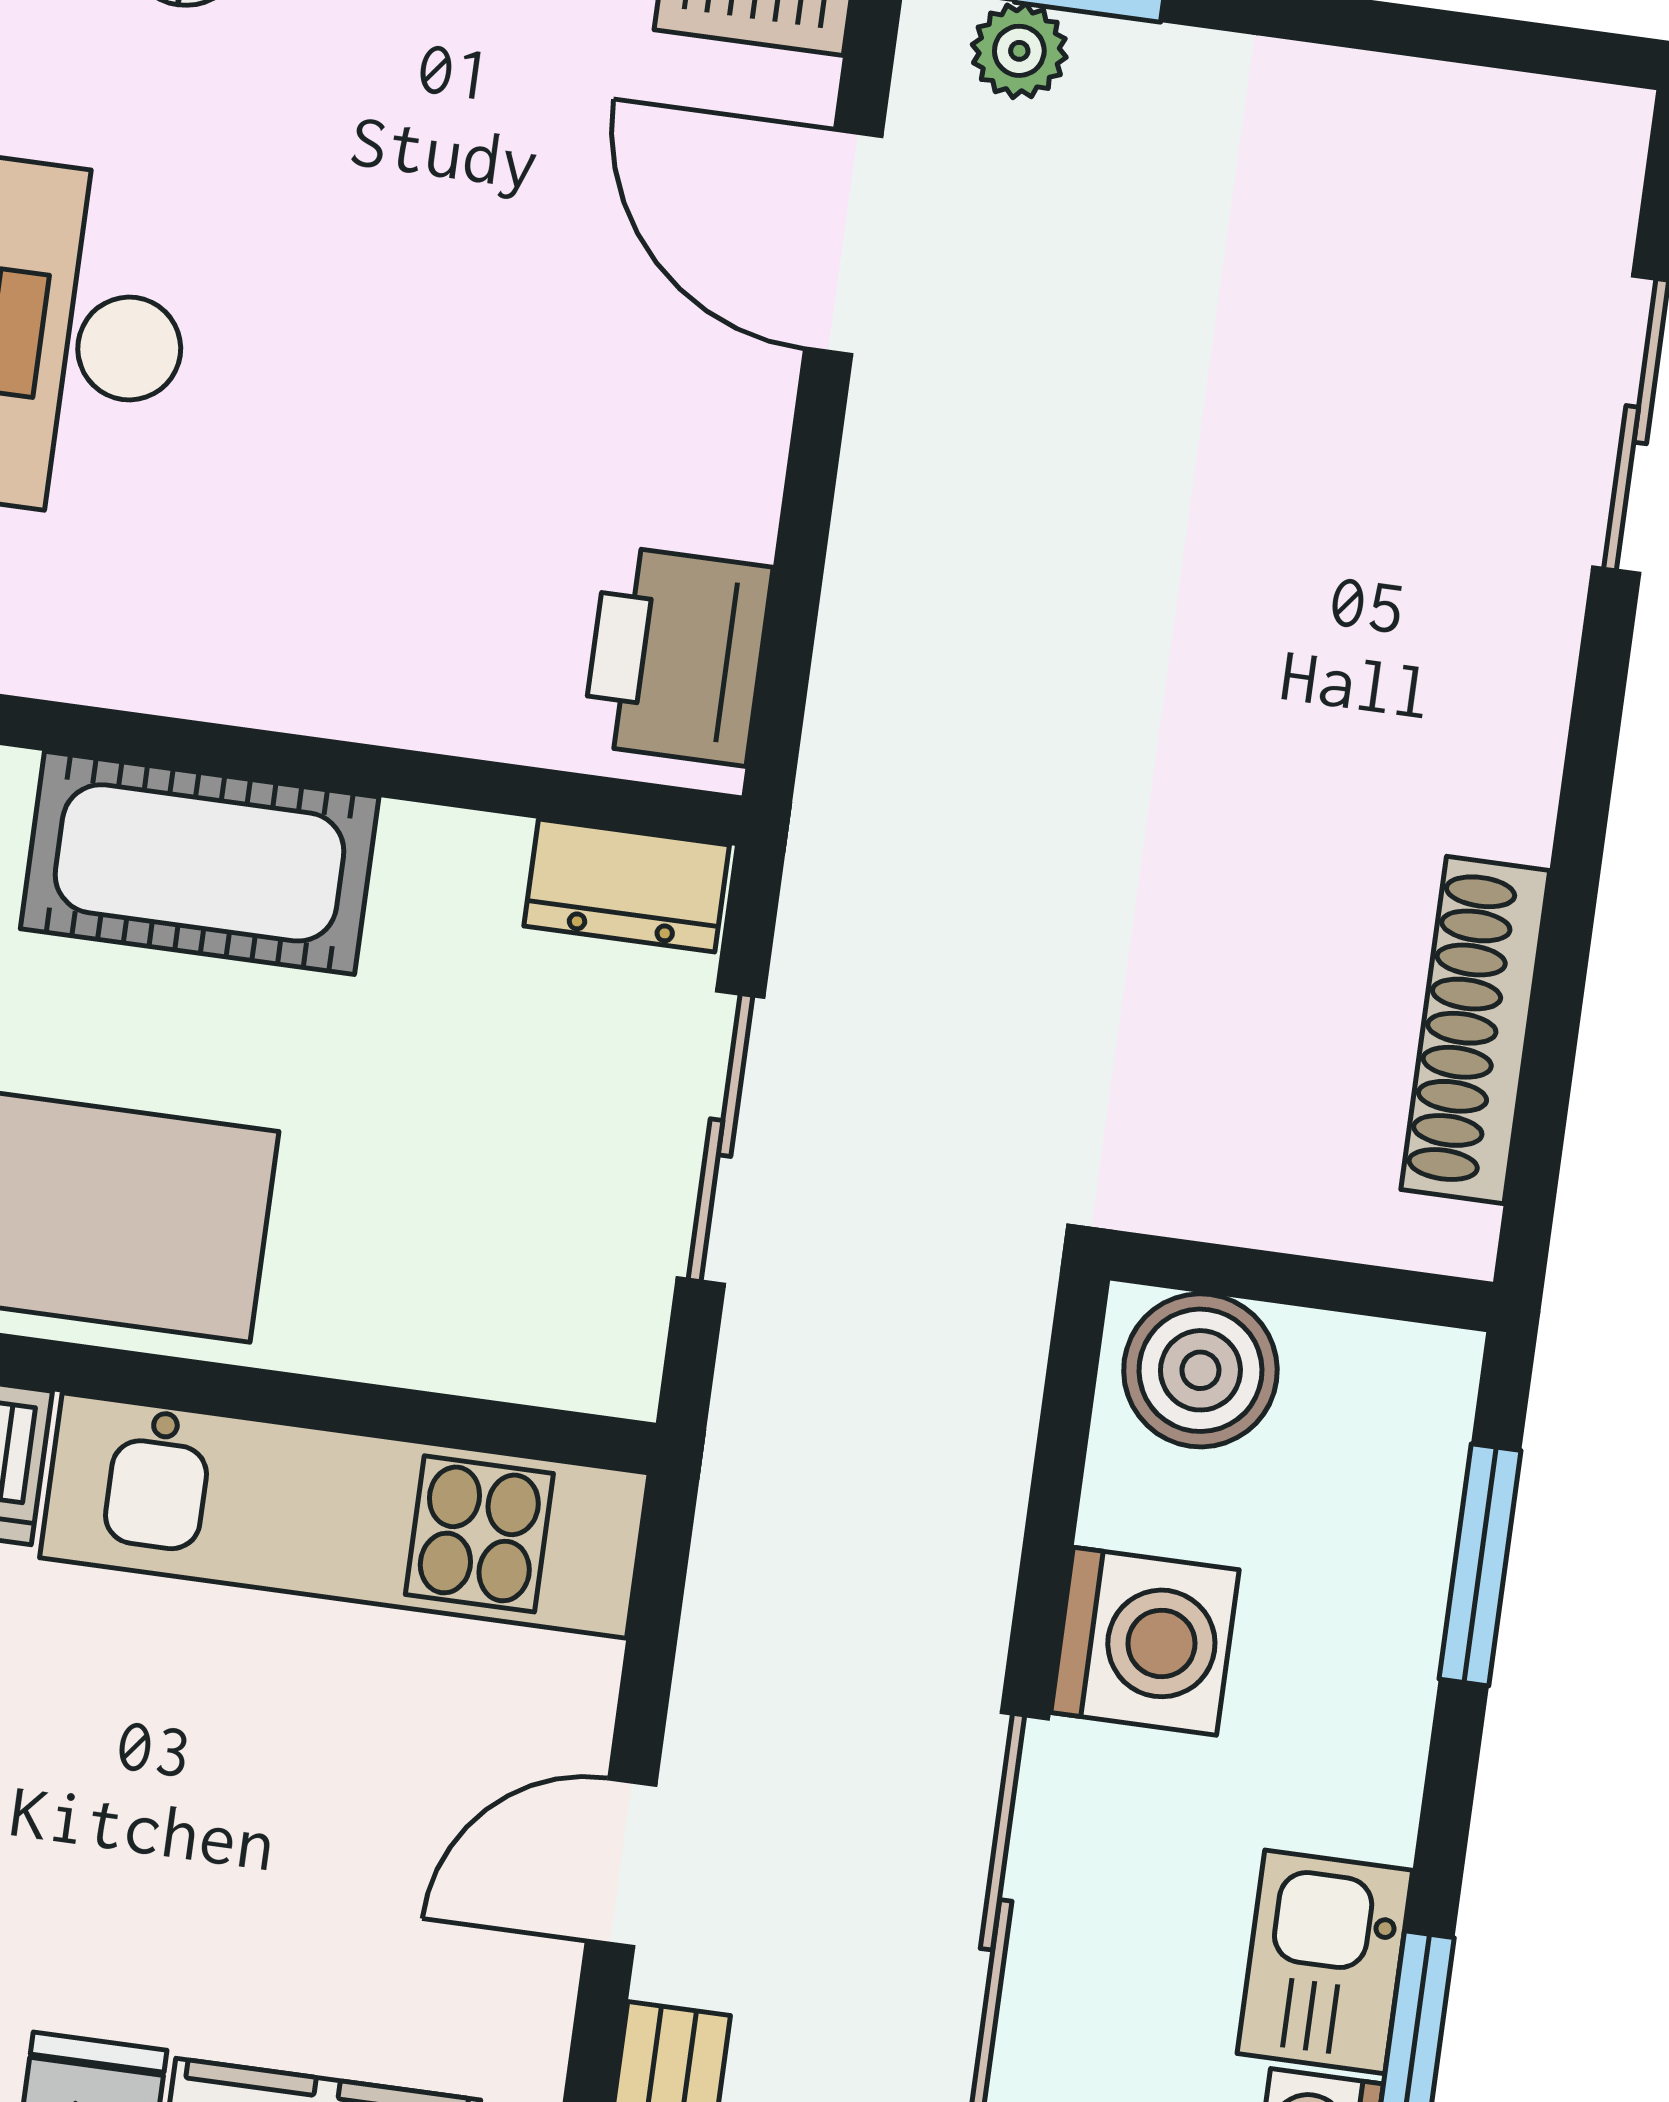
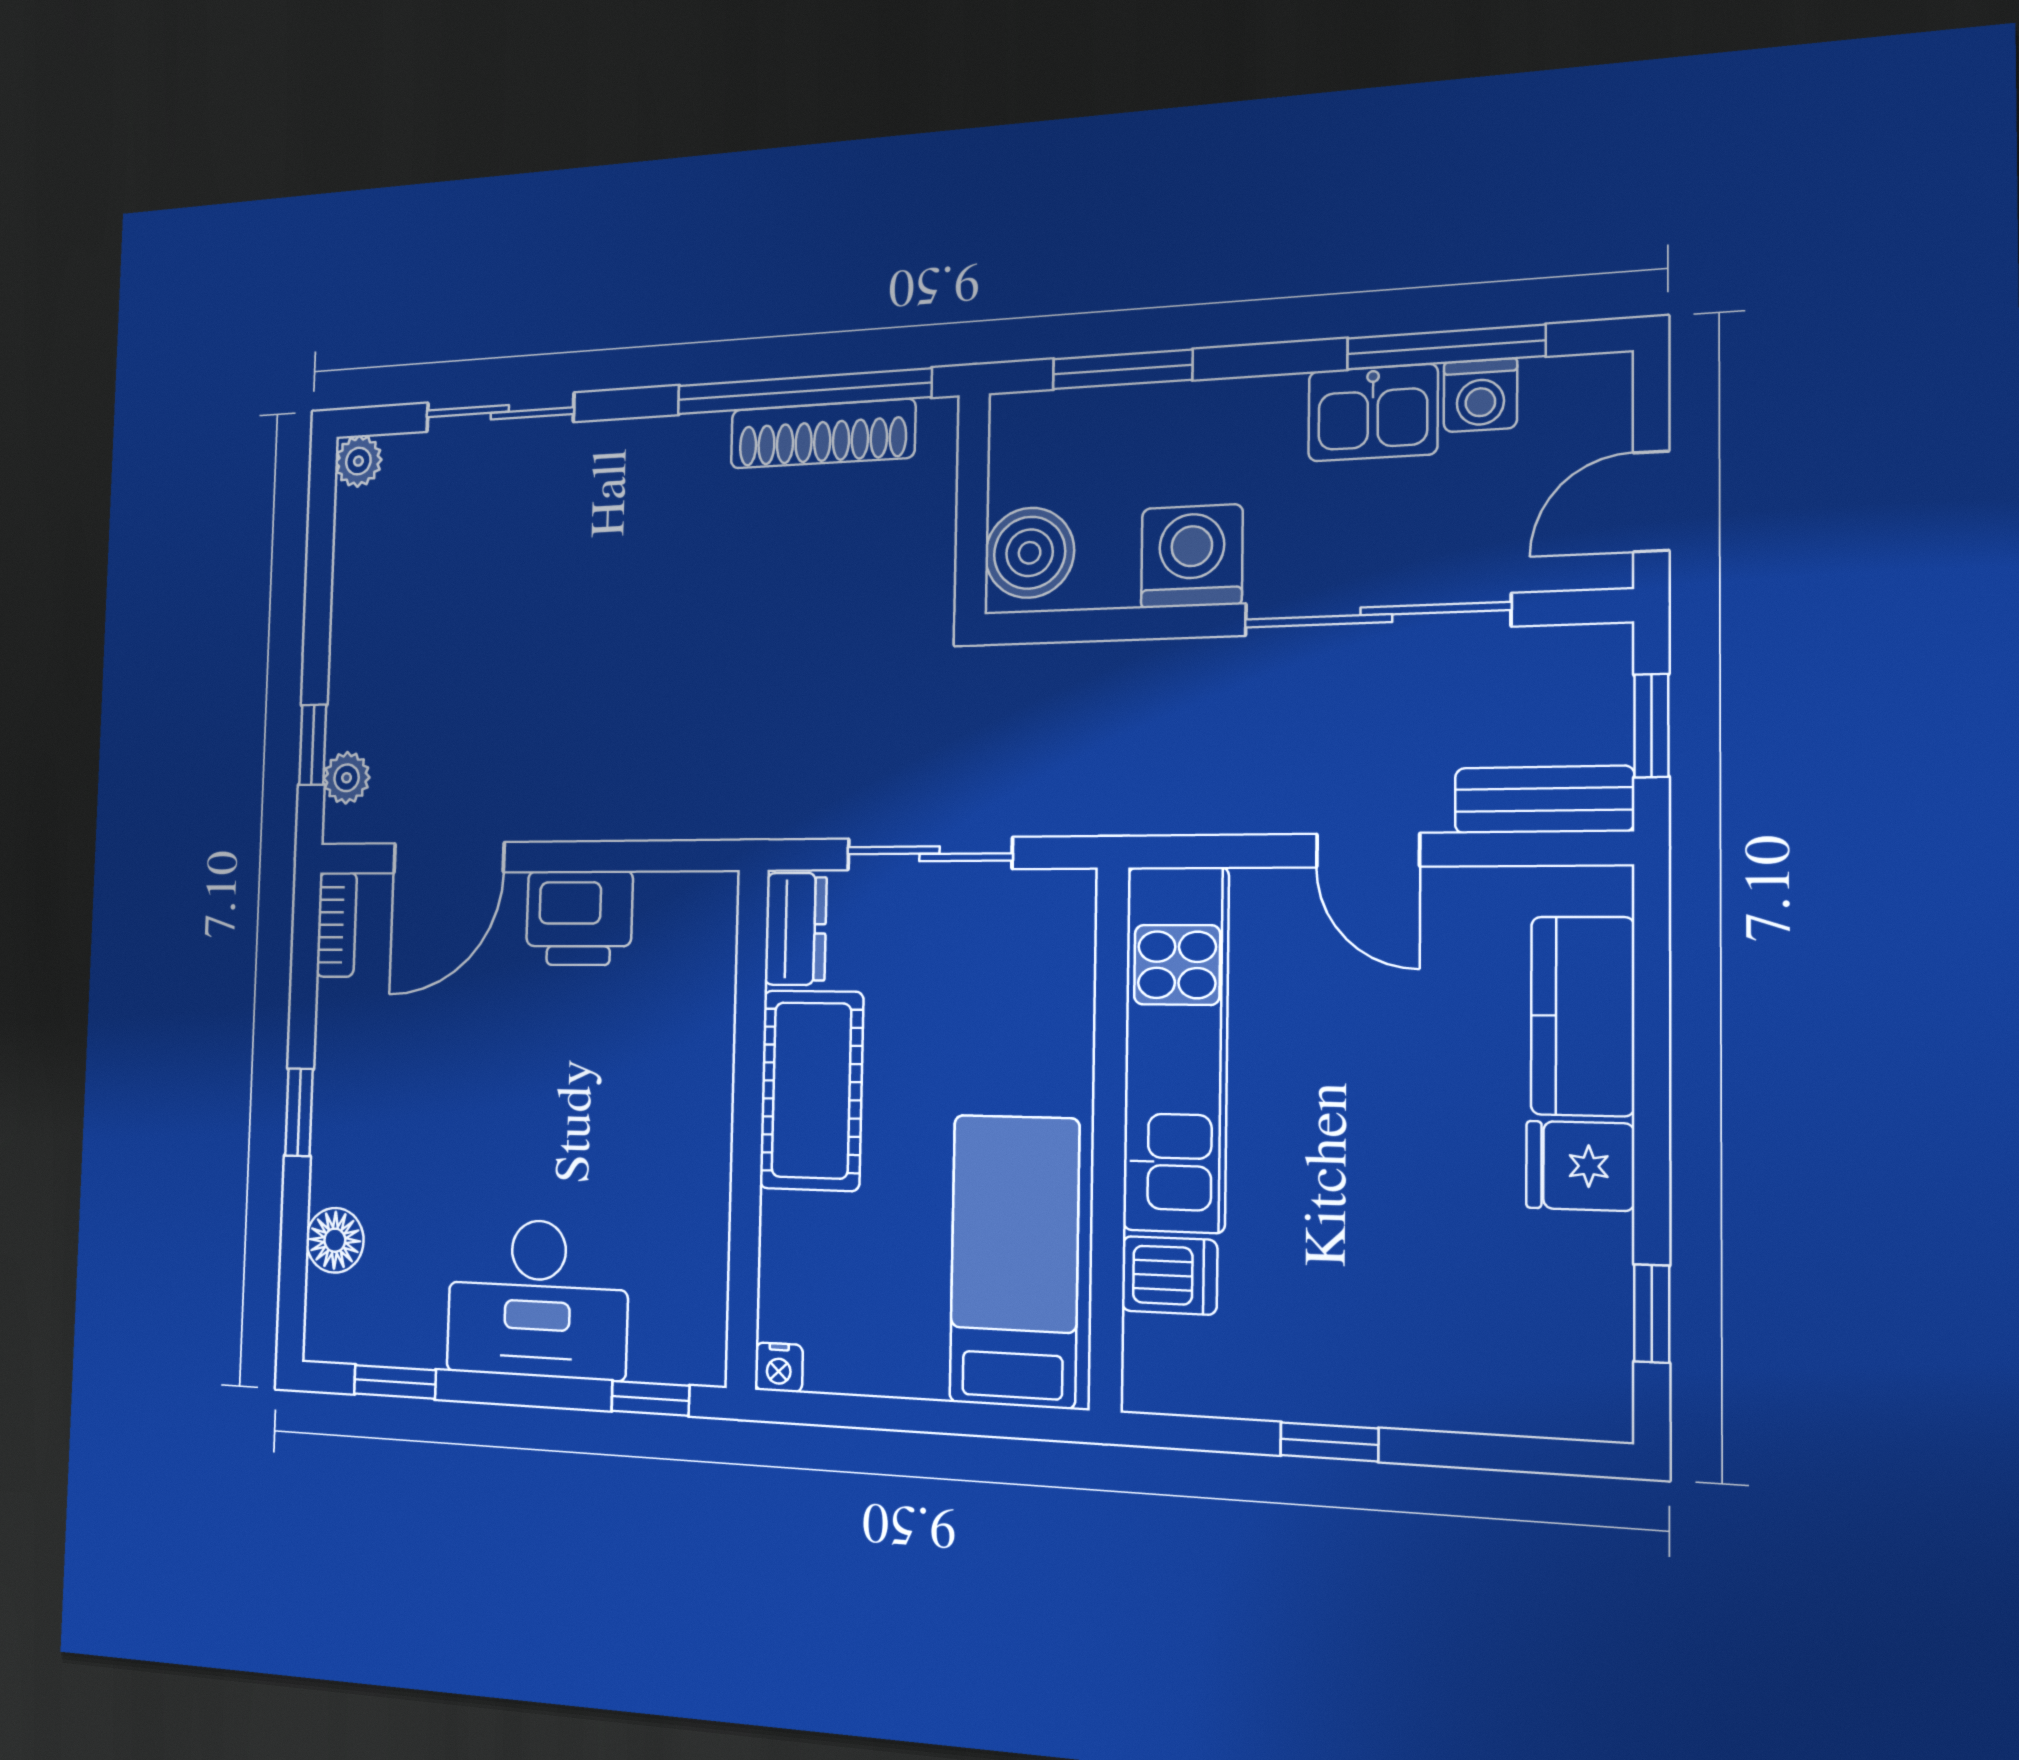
plant: (1602, 131) -> (358, 461), added
printer: (677, 656) -> (579, 918), moved
cot: (200, 863) -> (811, 1090), moved
window: (1557, 1003) -> (803, 391), added

